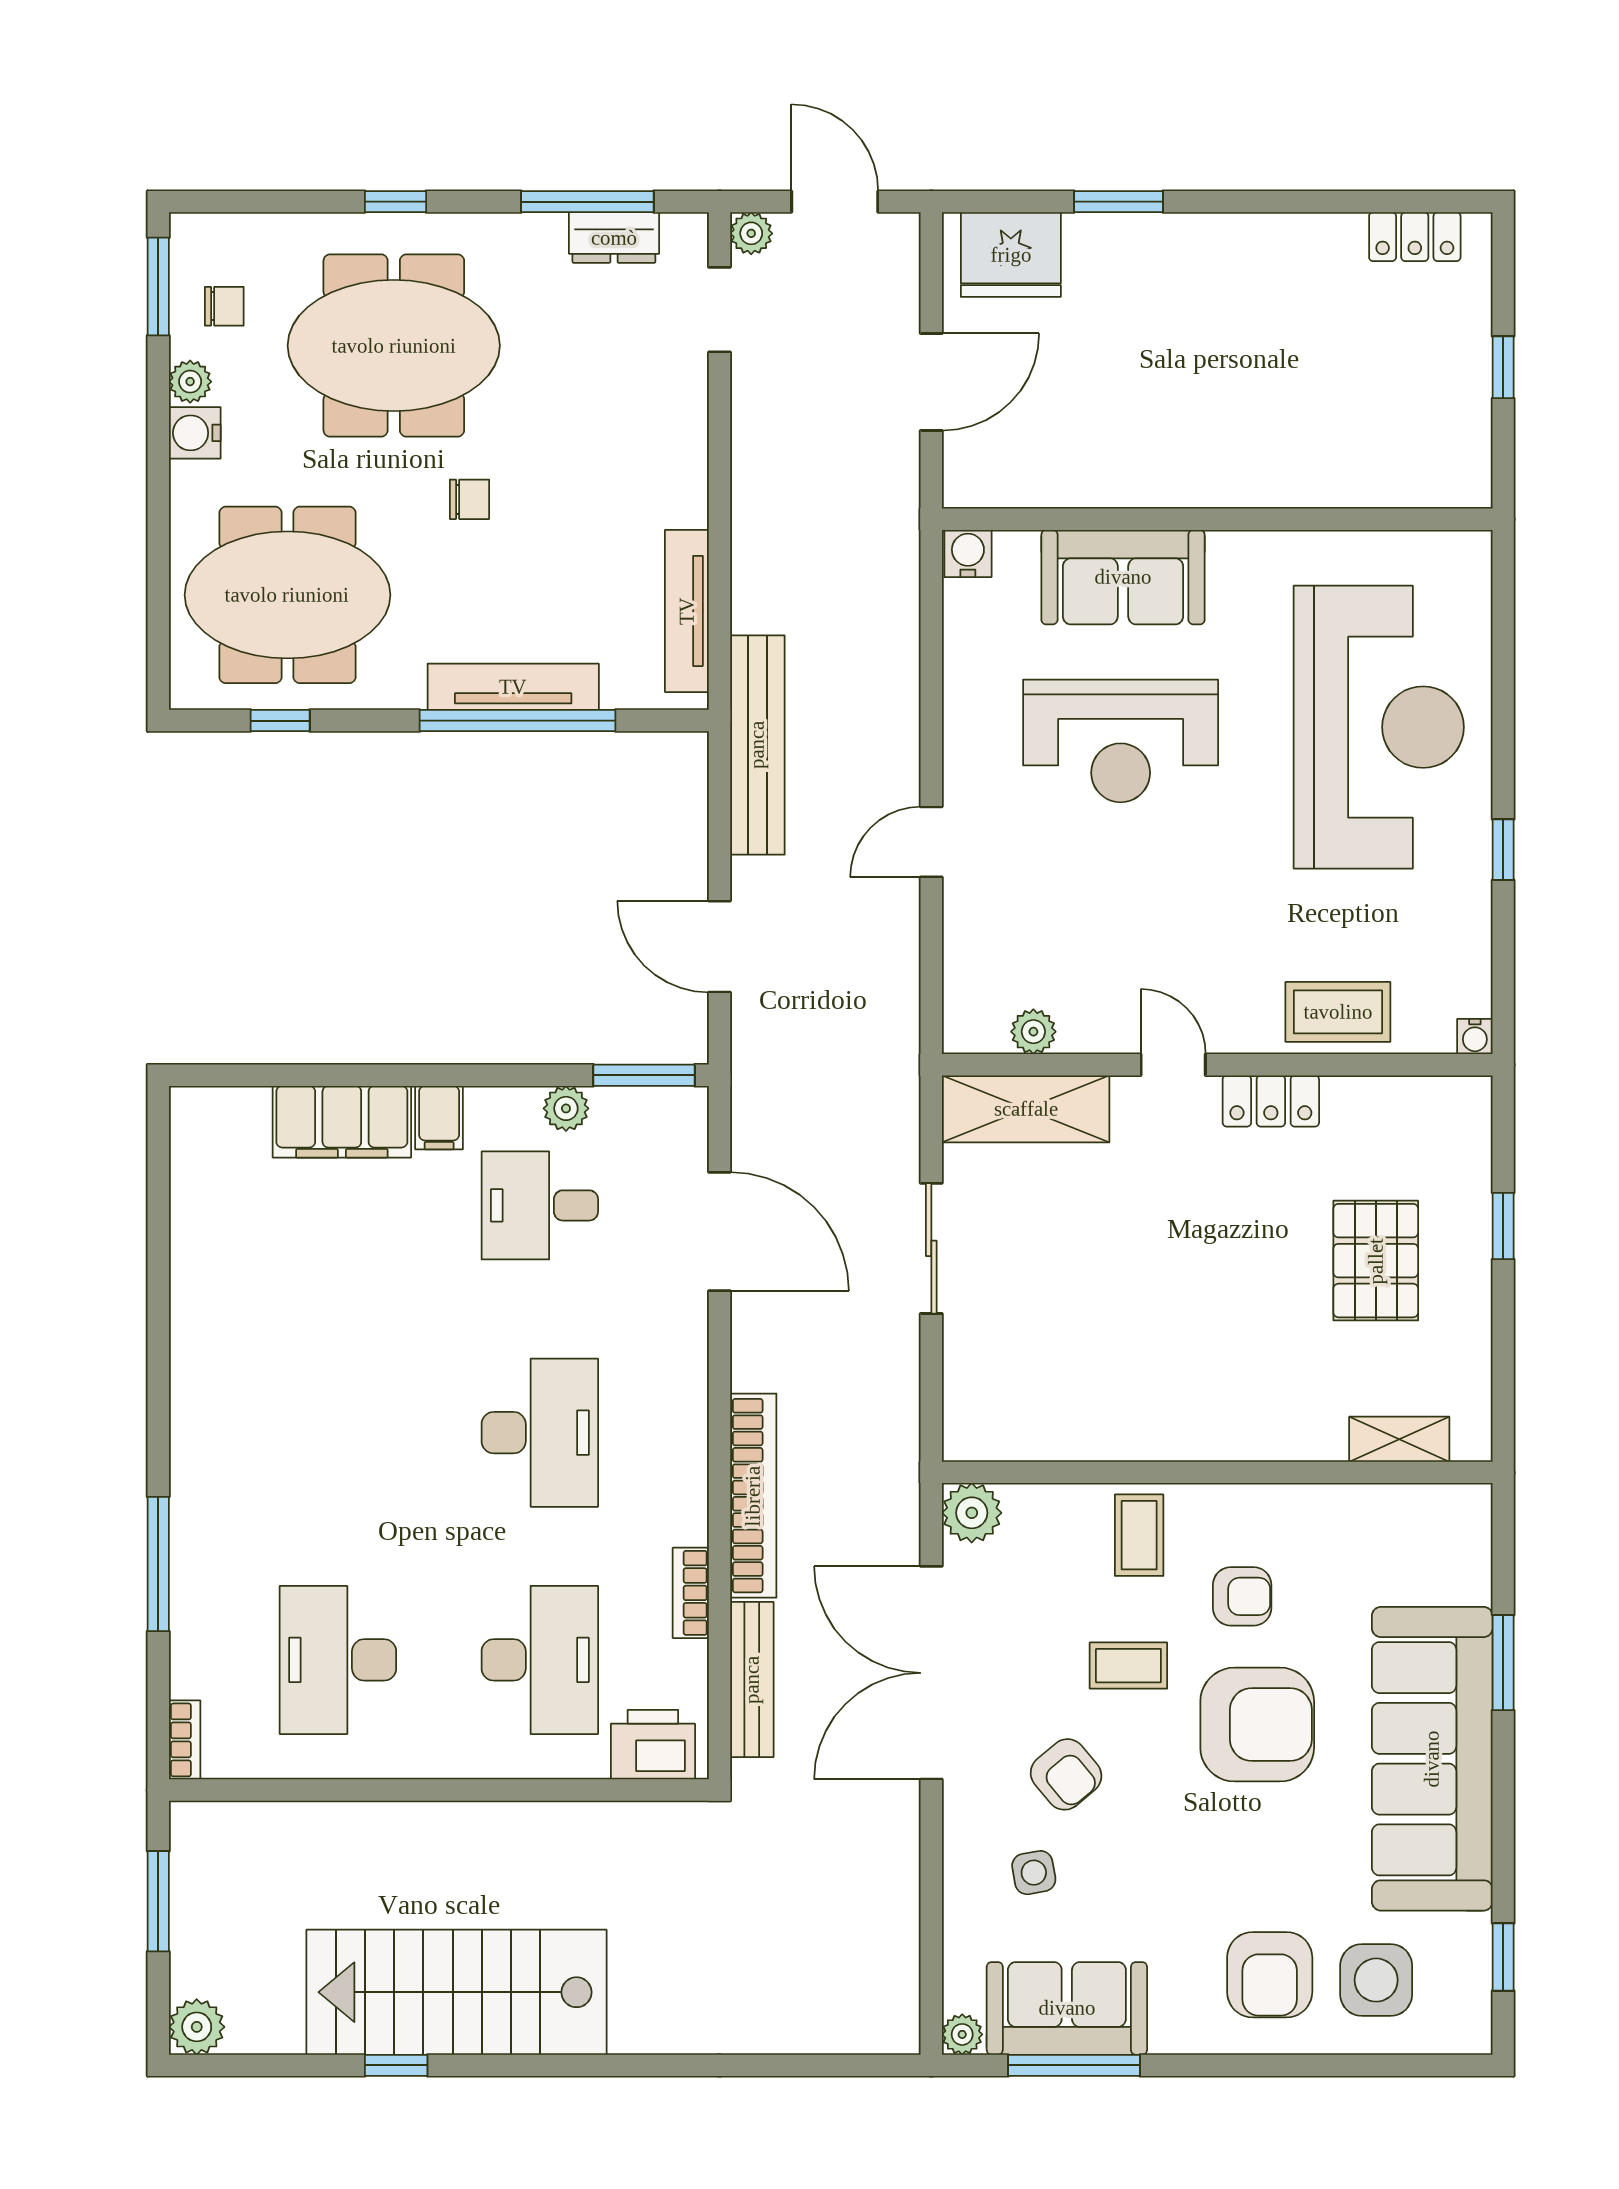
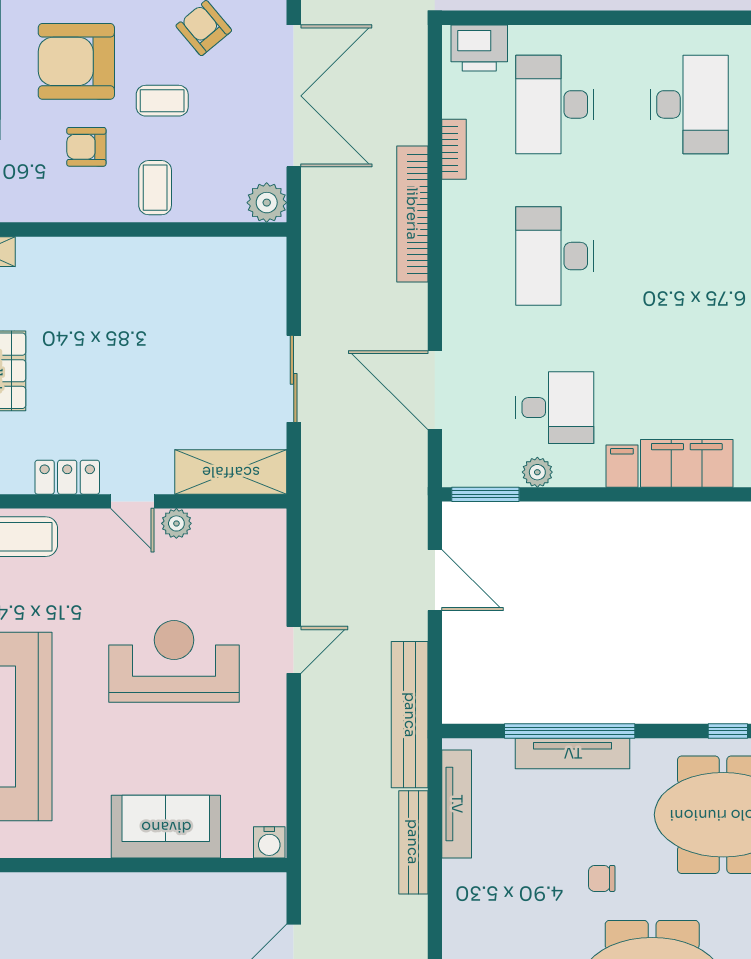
reception desk: (1121, 741) -> (174, 661), moved
plant: (1033, 1032) -> (176, 523), moved
bench: (752, 1680) -> (413, 842), moved

